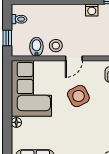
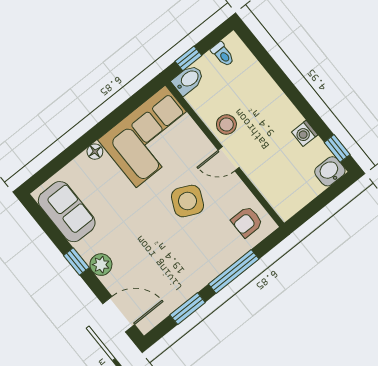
bidet: (36, 47) -> (188, 80), moved
side table: (78, 96) -> (187, 201), turned -38

